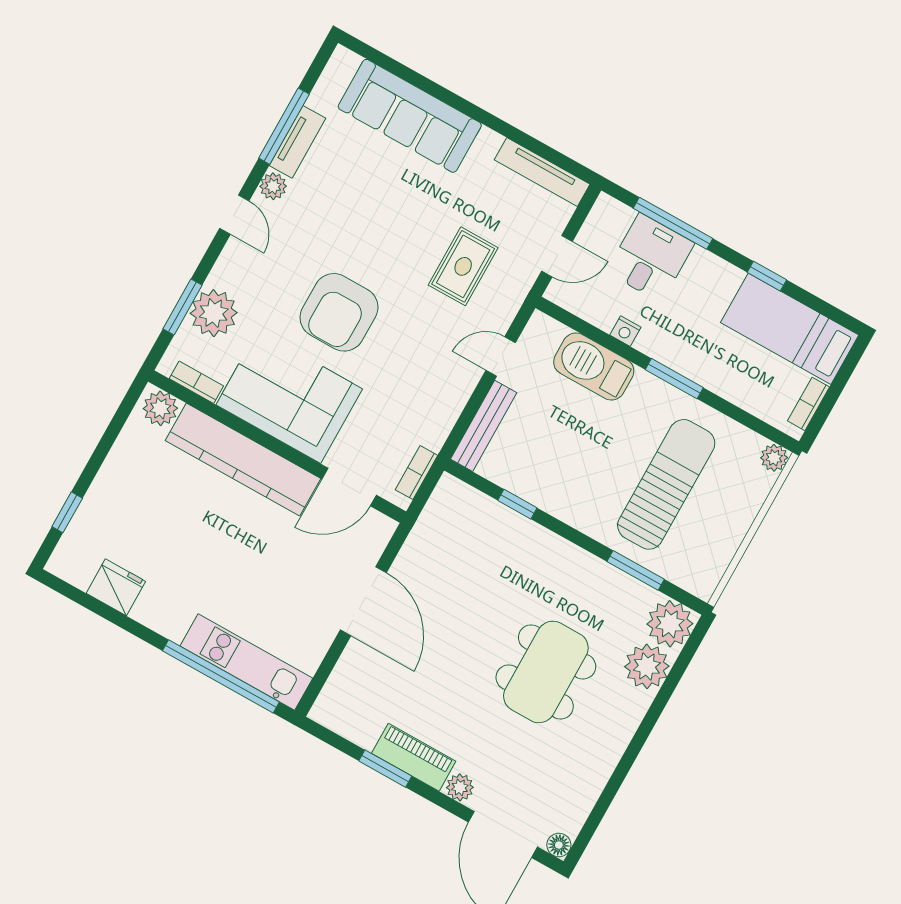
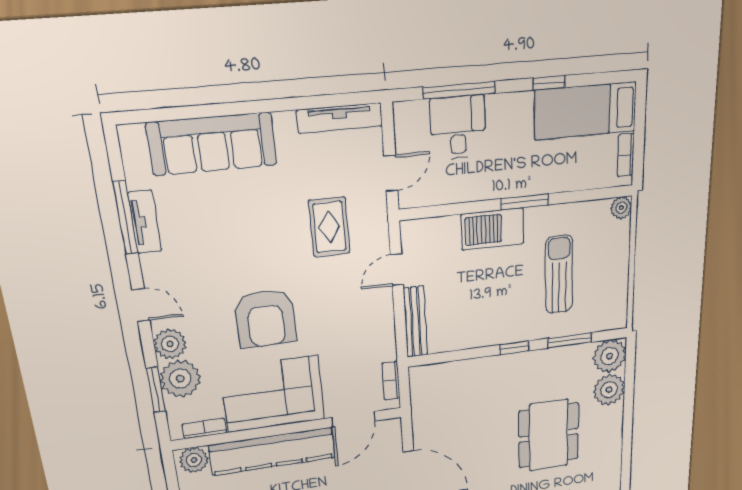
plant: (273, 186) -> (170, 344), moved, width x1.38, depth x1.38
nightstand: (625, 331) -> (472, 193), removed
barbecue: (594, 367) -> (493, 229), moved
sun lounger: (666, 484) -> (559, 275), width x0.73, depth x0.75
window: (517, 504) -> (514, 348), moved

